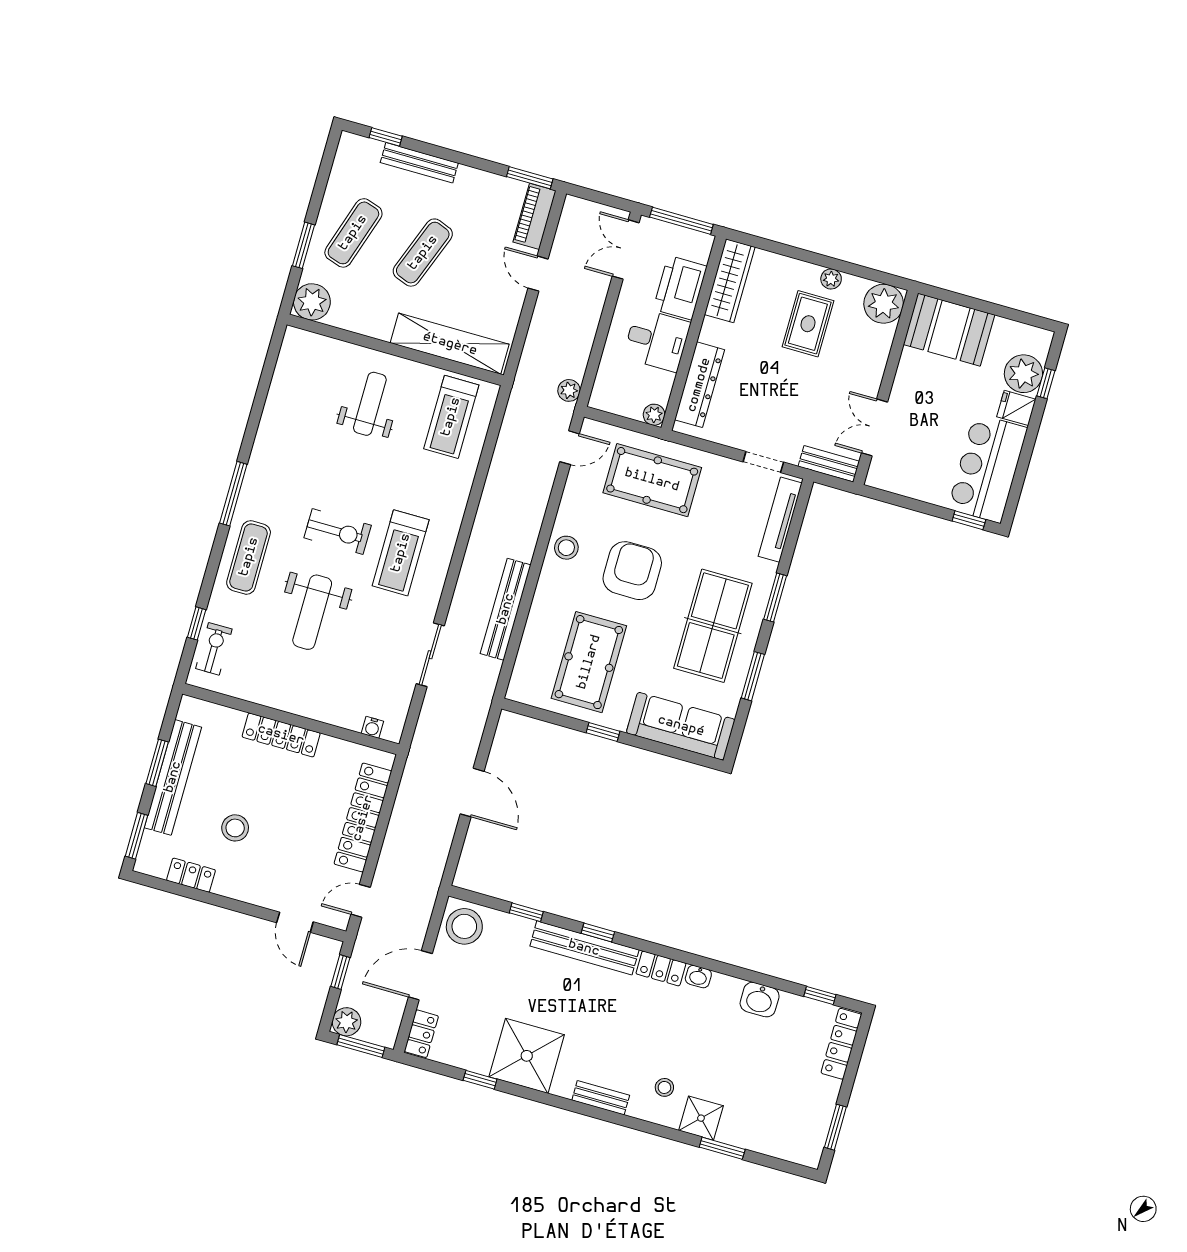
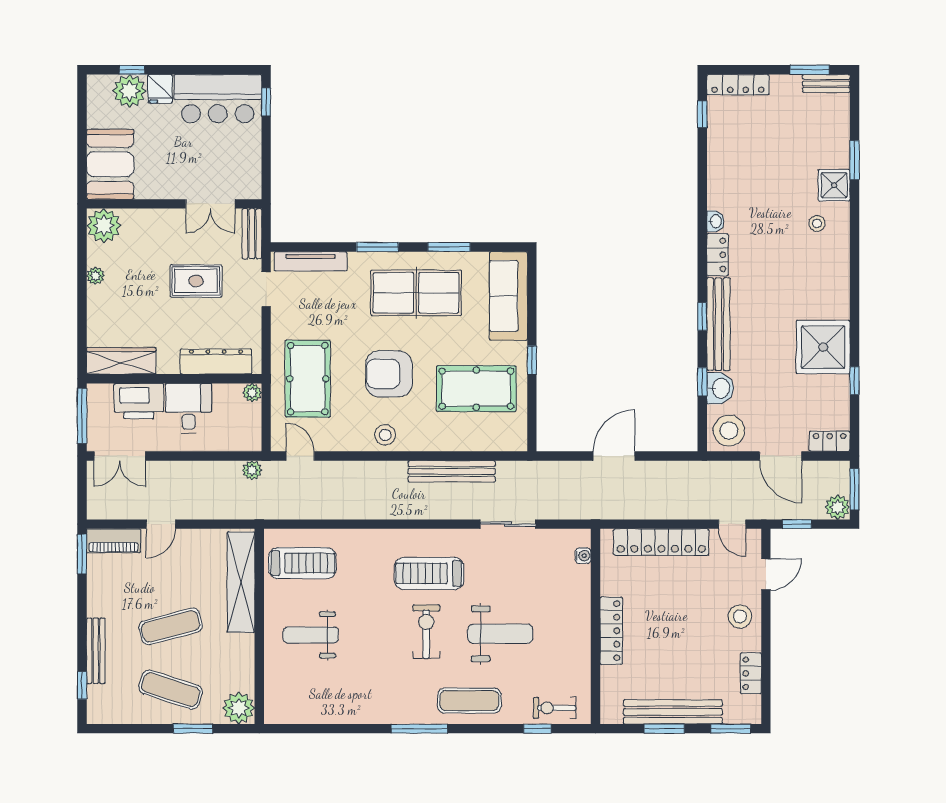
exercise mat: (423, 253) -> (171, 626), turned -36
rug: (808, 324) -> (196, 281), moved
treadmill: (401, 553) -> (429, 573), turned 180
stool: (235, 828) -> (740, 616), moved
washbasin: (760, 1000) -> (720, 388), moved
bench: (601, 1098) -> (826, 83), moved, turned 90

